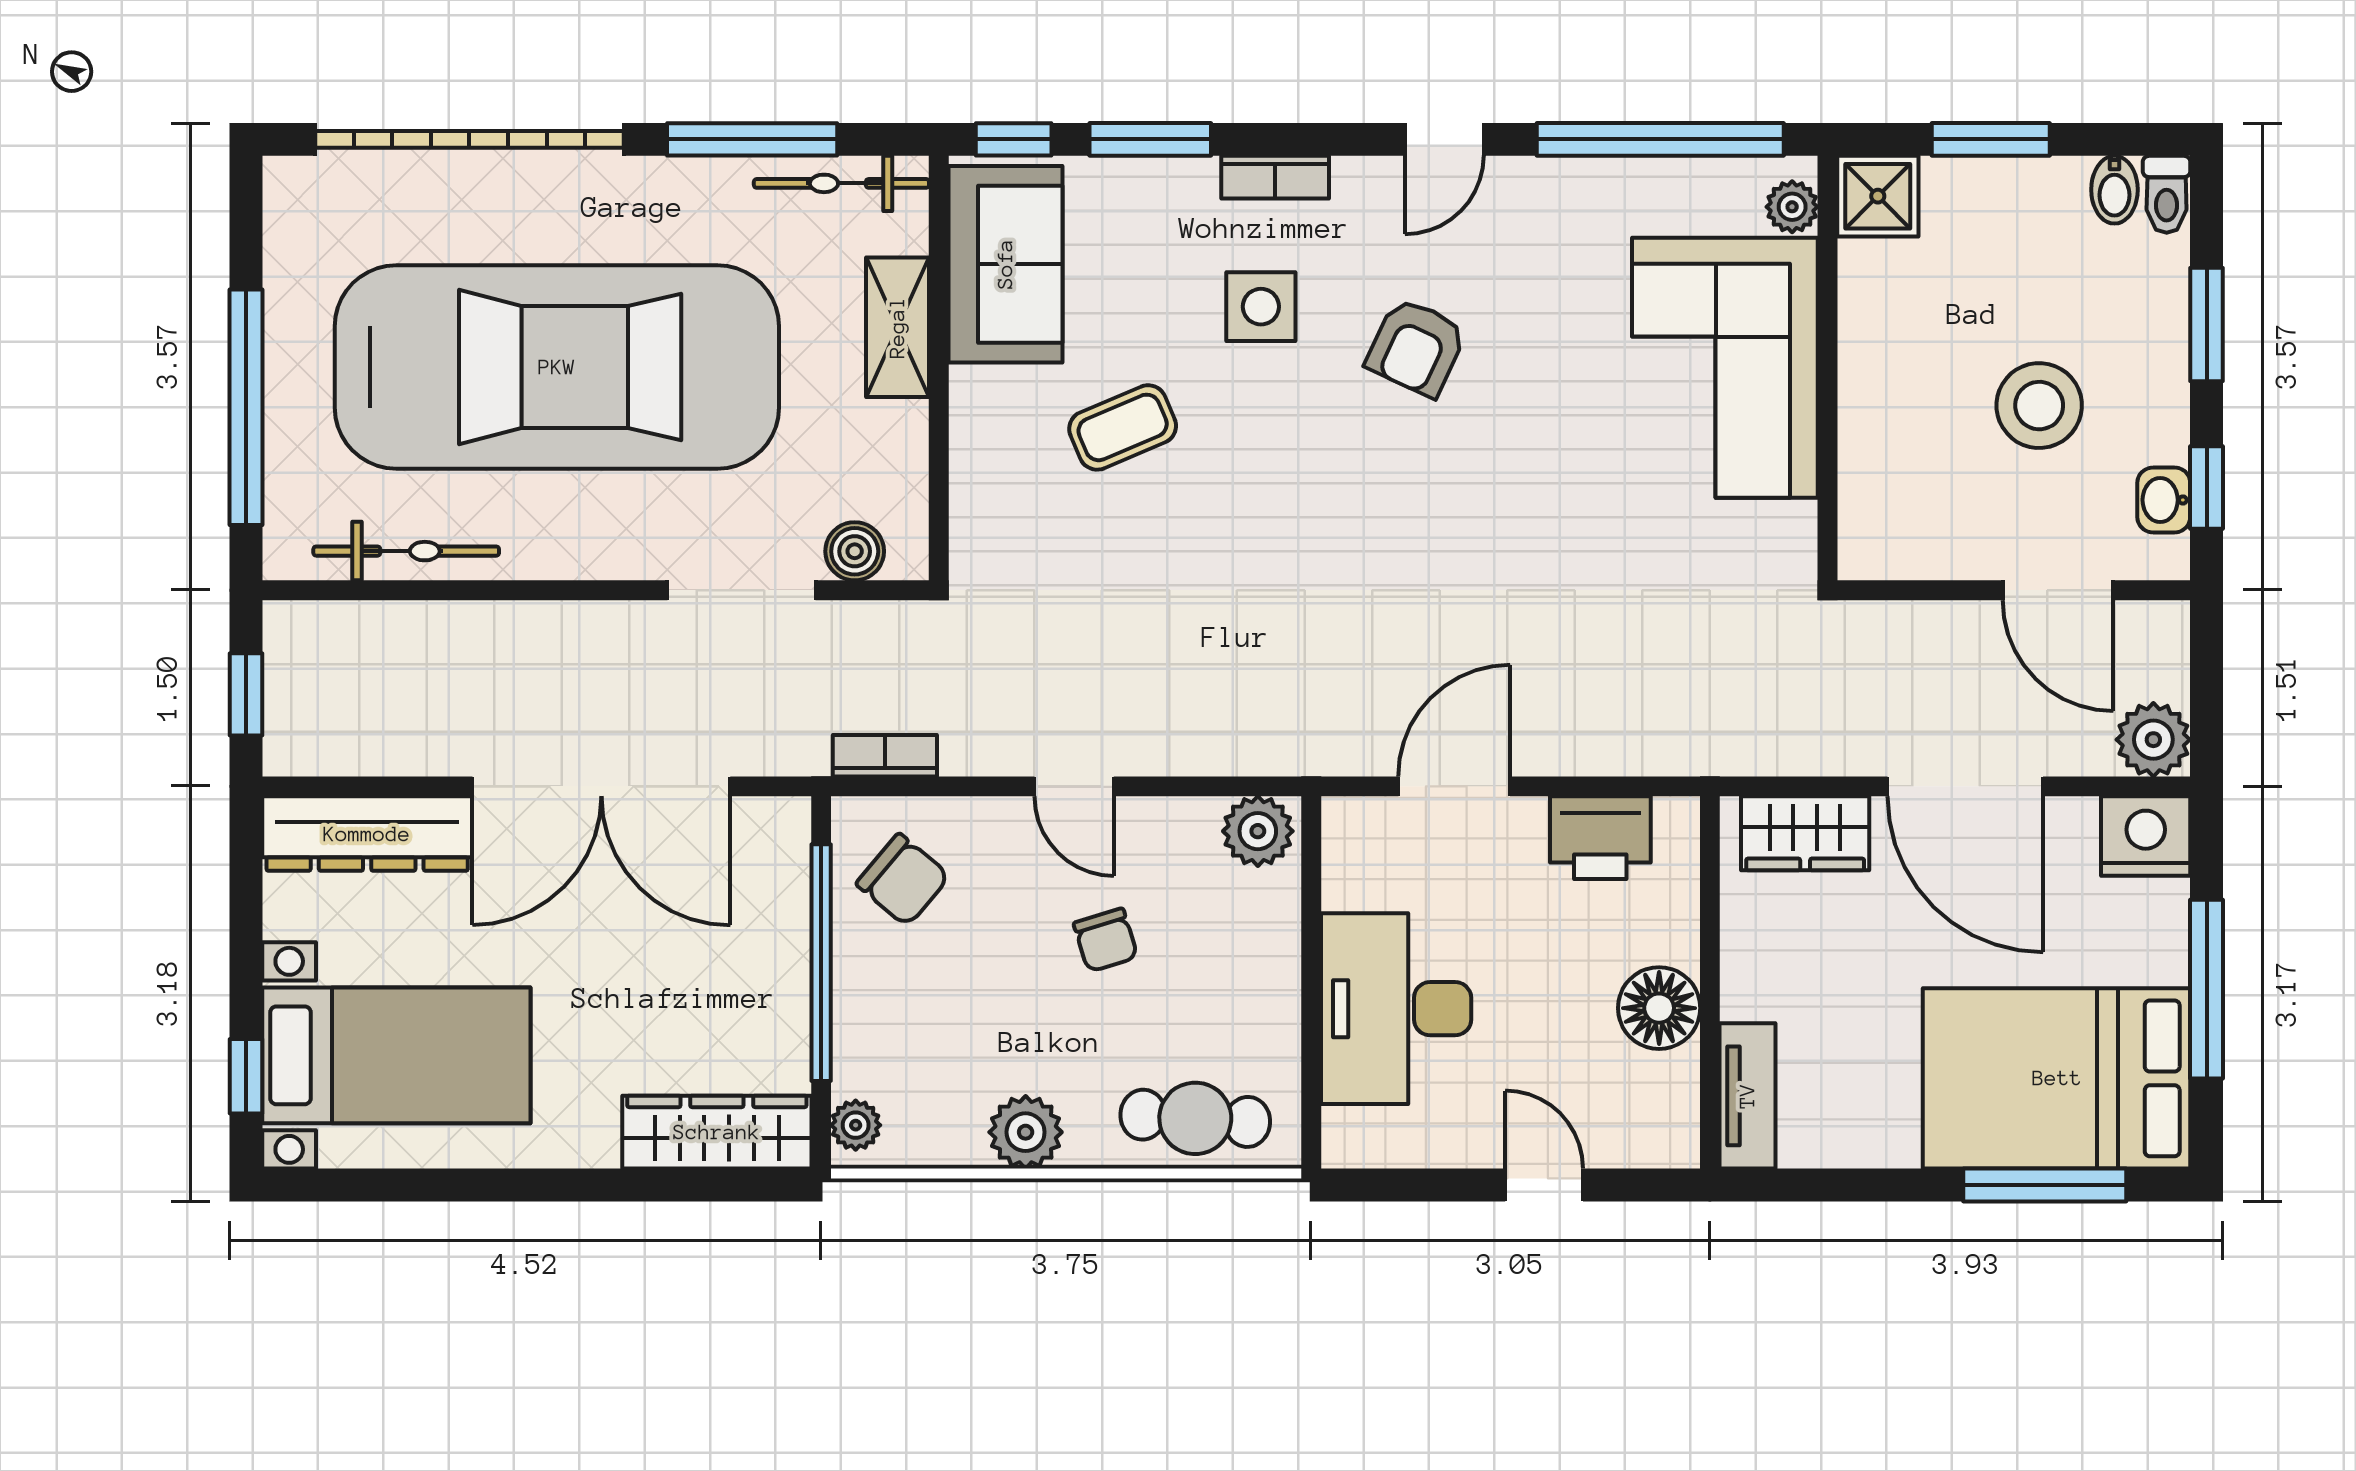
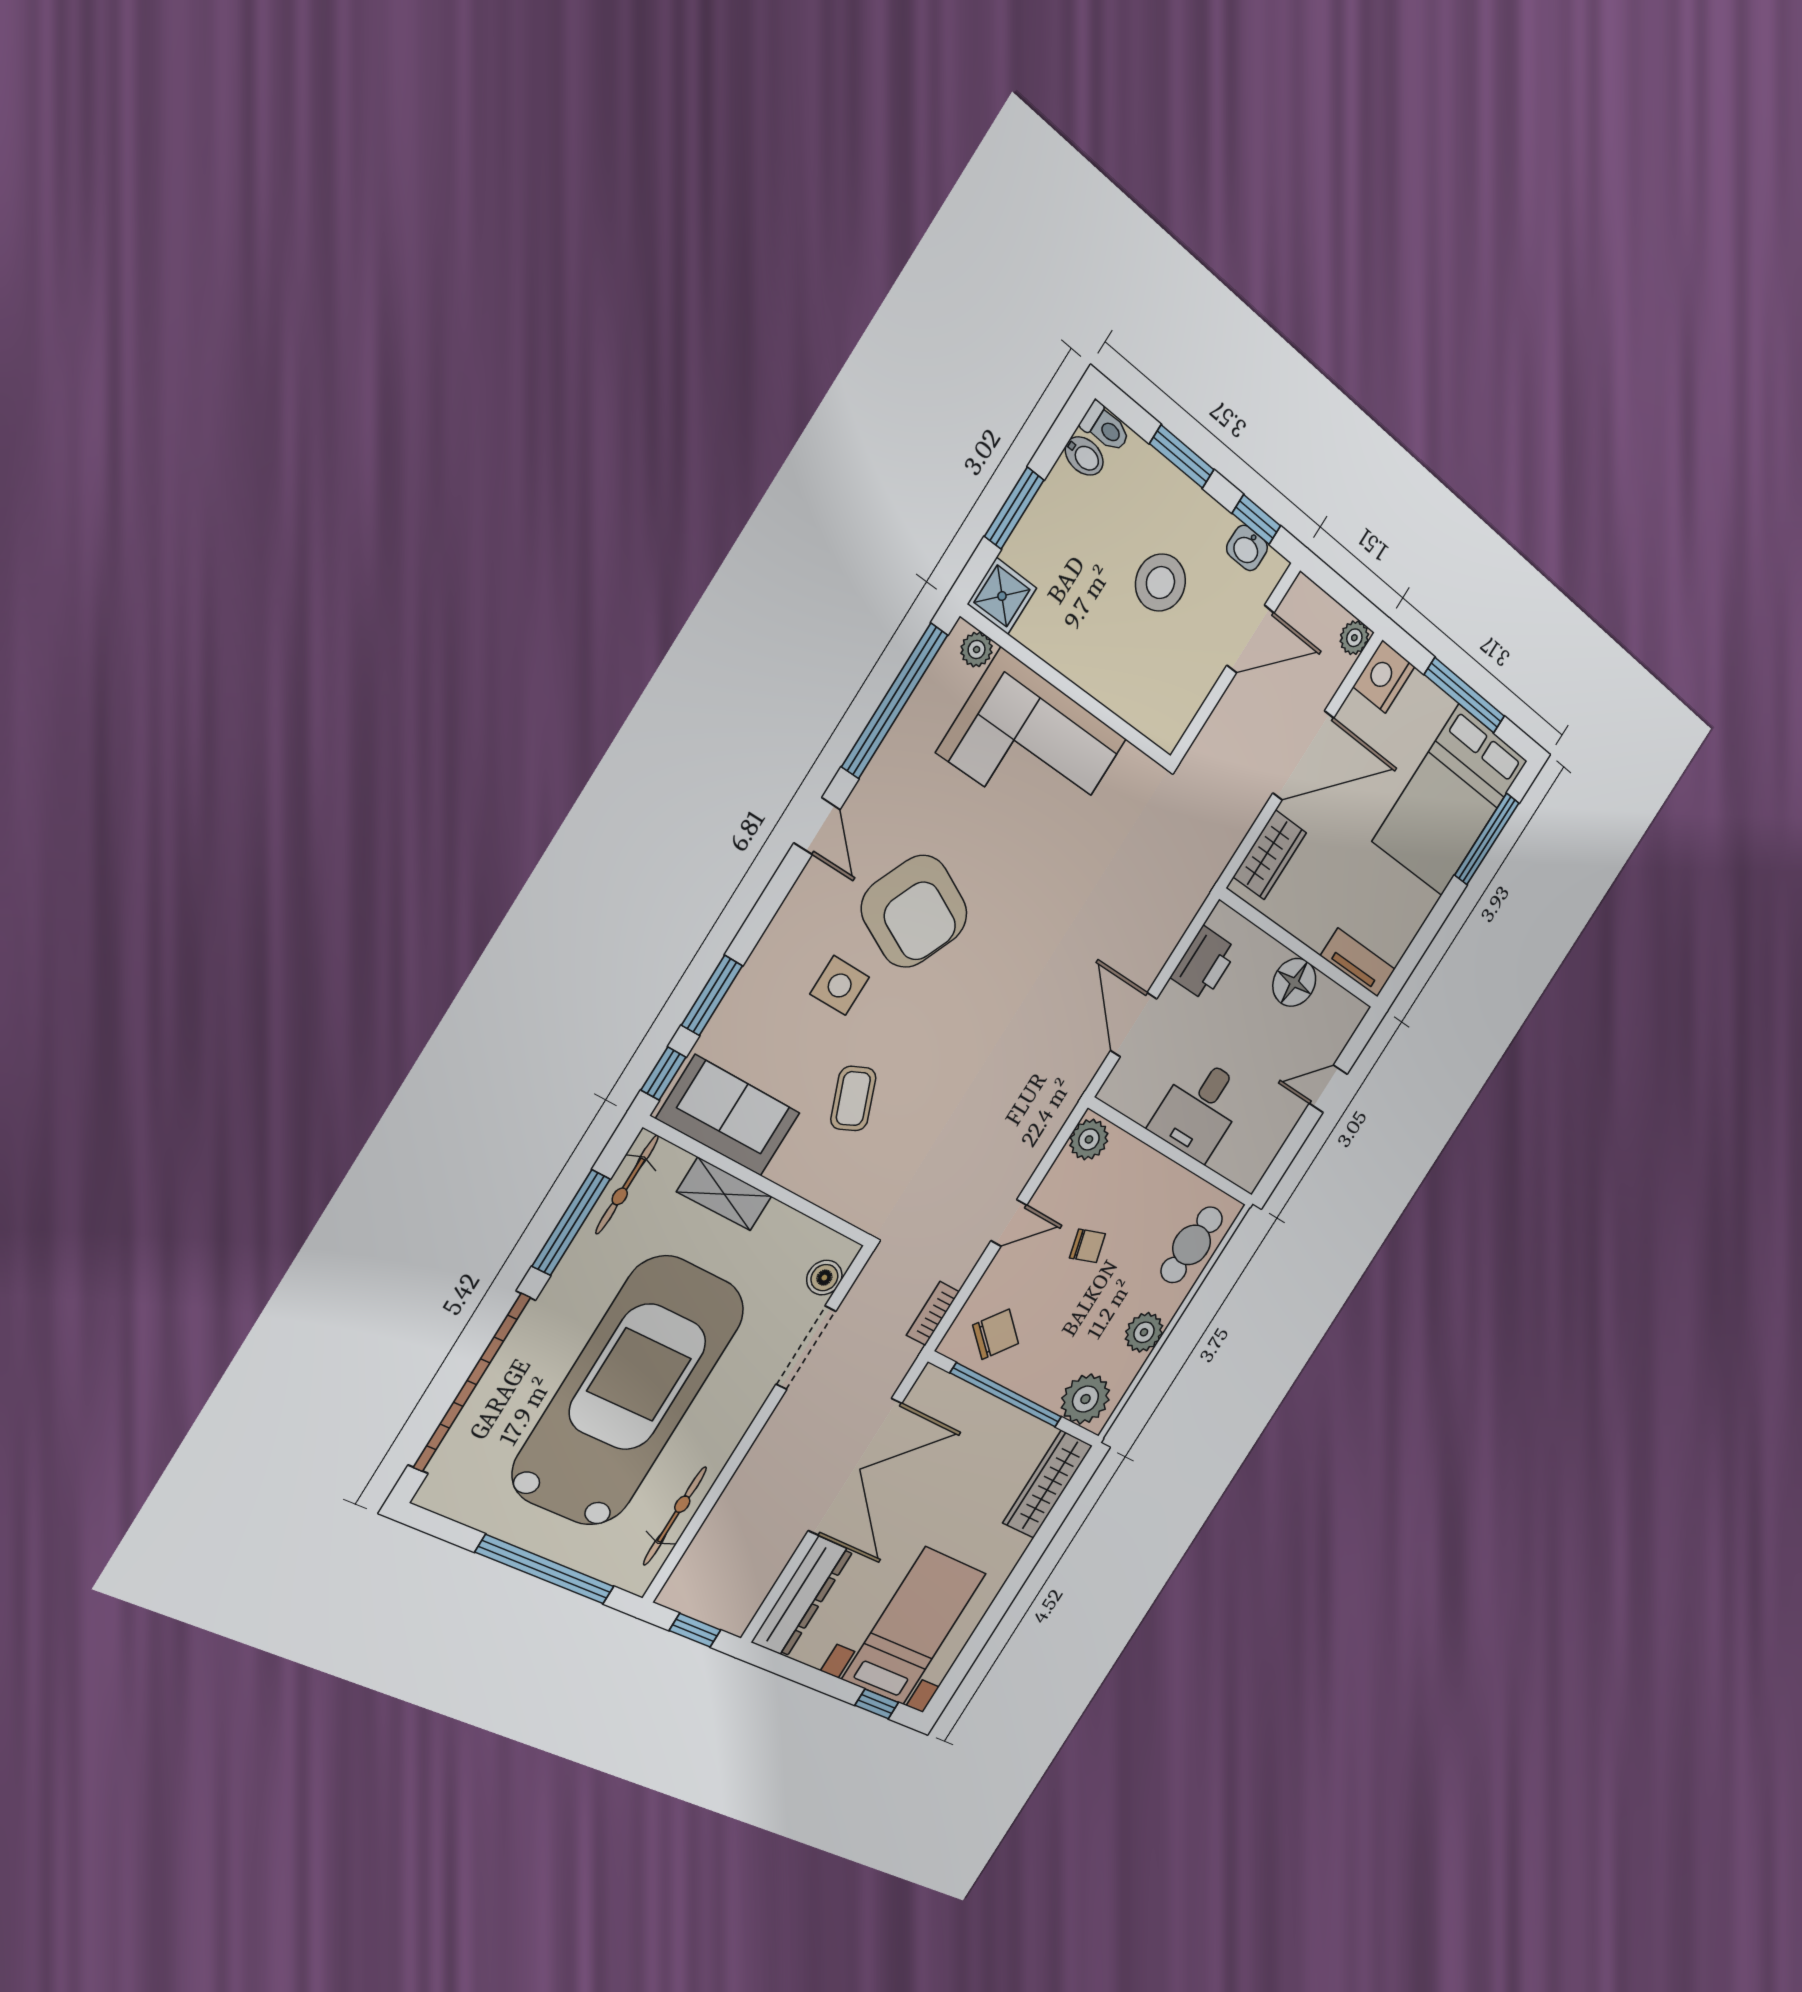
bookcase: (1275, 177) -> (777, 936), removed
armchair: (1416, 347) -> (914, 912), width x1.88, depth x1.88
plant: (2153, 740) -> (1354, 638), width x0.73, depth x0.73
desk: (1396, 1009) -> (1199, 1109), width x0.73
plant: (856, 1125) -> (1085, 1399), width x1.87, depth x1.87

